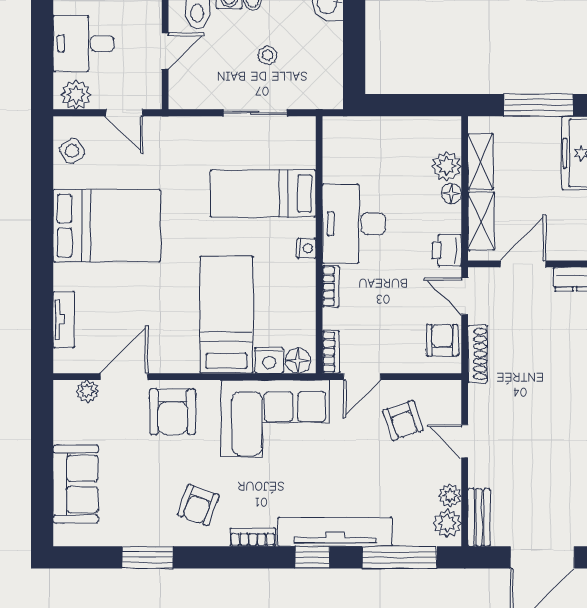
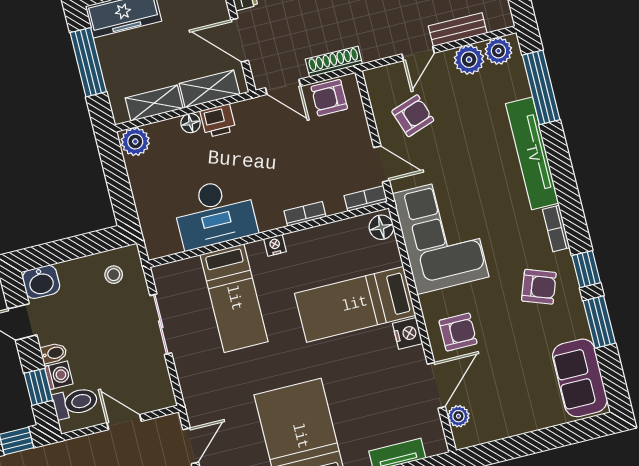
stool: (268, 55) -> (114, 275), moved
plant: (446, 166) -> (135, 142), moved
desk: (354, 224) -> (215, 213), moved
printer: (447, 250) -> (218, 121), moved
door: (465, 296) -> (283, 87), hinge flipped
nightstand: (269, 360) -> (408, 333), moved
door: (124, 377) -> (436, 385), swing flipped
armchair: (173, 412) -> (458, 332), width x0.72, depth x0.72
sofa: (76, 484) -> (580, 378), moved, turned -90
plant: (450, 496) -> (469, 60), width x1.38, depth x1.38
bench: (479, 517) -> (458, 30), moved
window: (312, 557) -> (586, 269), moved

